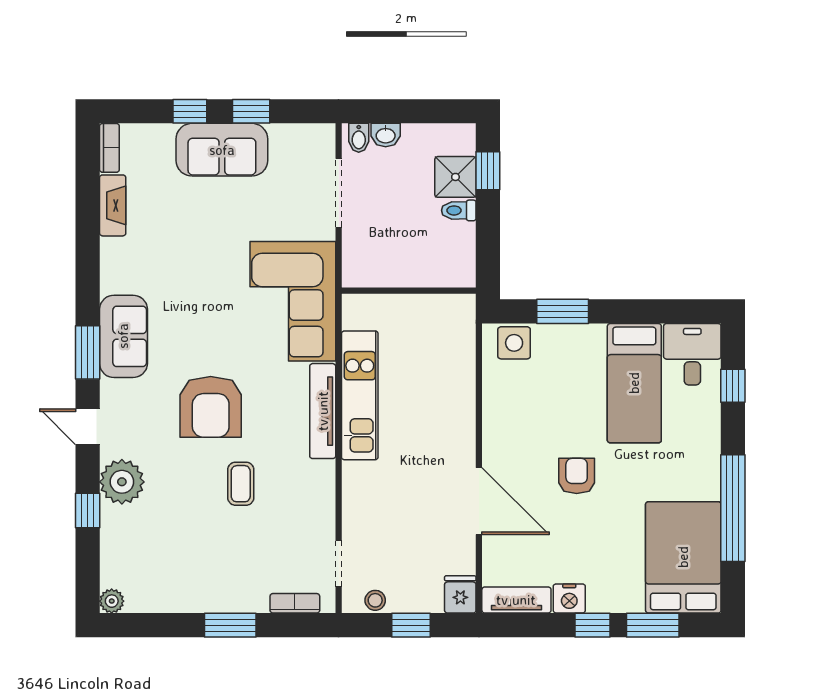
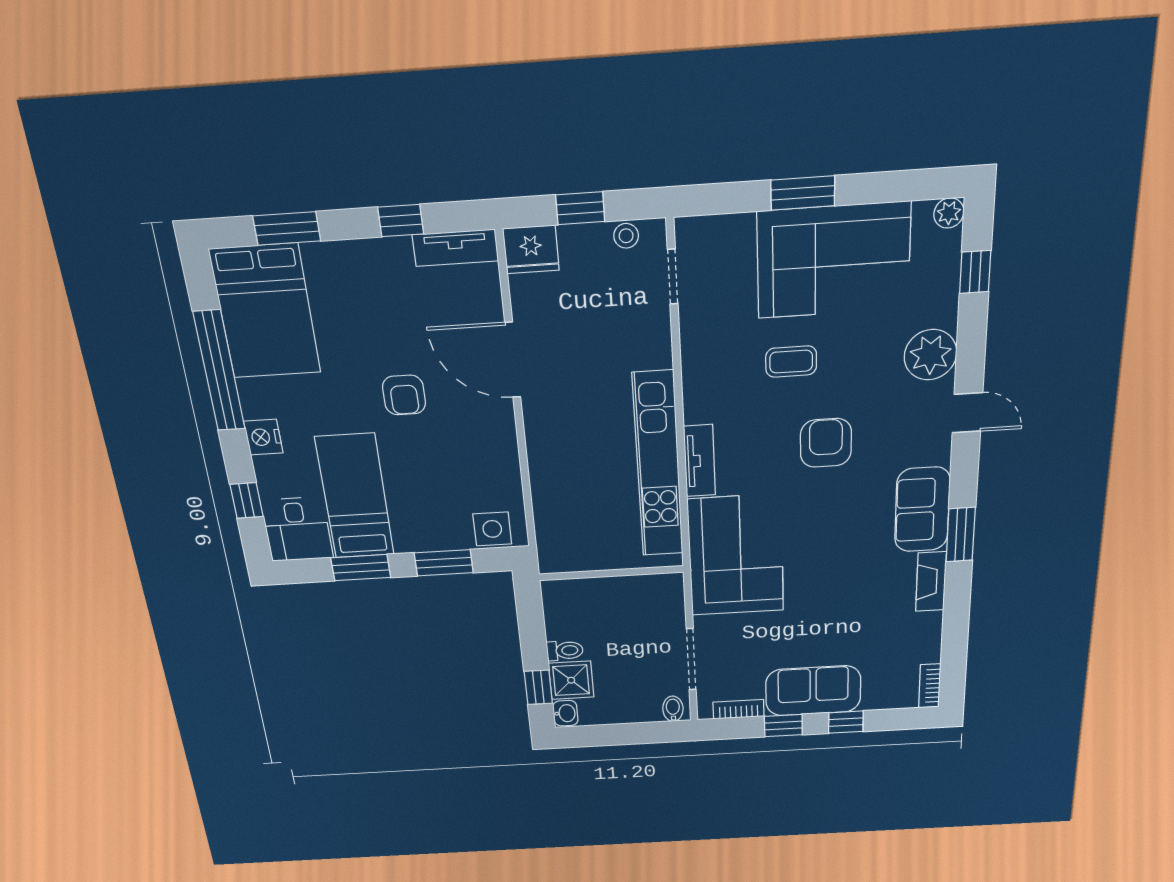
washbasin: (386, 135) -> (565, 713), moved, turned 90
fireplace: (113, 205) -> (931, 582), moved
window: (640, 311) -> (361, 568), added
window: (88, 352) -> (961, 535), moved
kitchen unit: (360, 395) -> (658, 465), width x1.36
armchair: (211, 407) -> (826, 443), width x0.73, depth x0.73
tv unit: (323, 411) -> (699, 461), width x0.71
coffee table: (241, 484) -> (791, 362), turned 90
window: (88, 510) -> (975, 272), moved
corner sofa: (205, 568) -> (833, 260), added
fridge: (460, 594) -> (531, 249), width x1.38
nightstand: (569, 598) -> (263, 437), moved, turned -90
bookcase: (295, 603) -> (738, 709), moved, turned 180
window: (592, 625) -> (401, 221), moved

